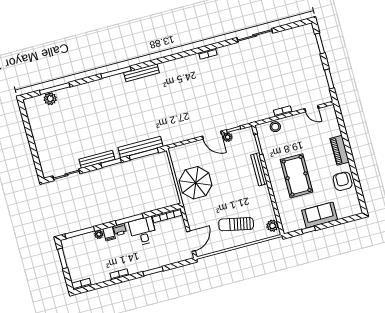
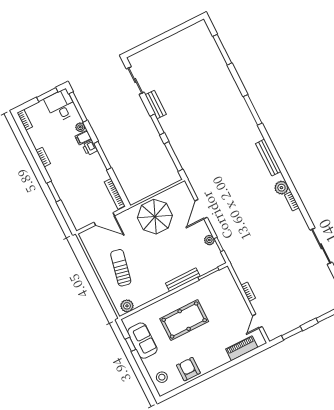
bench: (142, 73) -> (268, 158), moved
plant: (50, 99) -> (281, 188), moved
stool: (275, 127) -> (162, 377), moved
door: (212, 135) -> (201, 209), moved
bench: (141, 147) -> (180, 152), removed
piano: (340, 150) -> (242, 348), moved
bench: (97, 159) -> (156, 104), width x0.73
armchair: (343, 181) -> (188, 369), turned -90
sofa: (320, 215) -> (142, 341), moved
desk: (143, 231) -> (61, 106), moved, turned -90
door: (191, 241) -> (104, 219), moved

